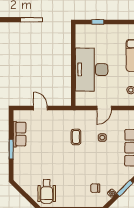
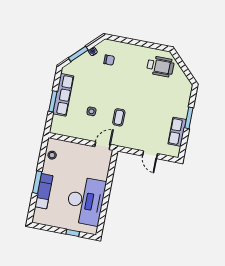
desk: (92, 70) -> (86, 201), moved
door: (104, 108) -> (102, 146), moved
wheelchair: (47, 191) -> (160, 66), turned 90

